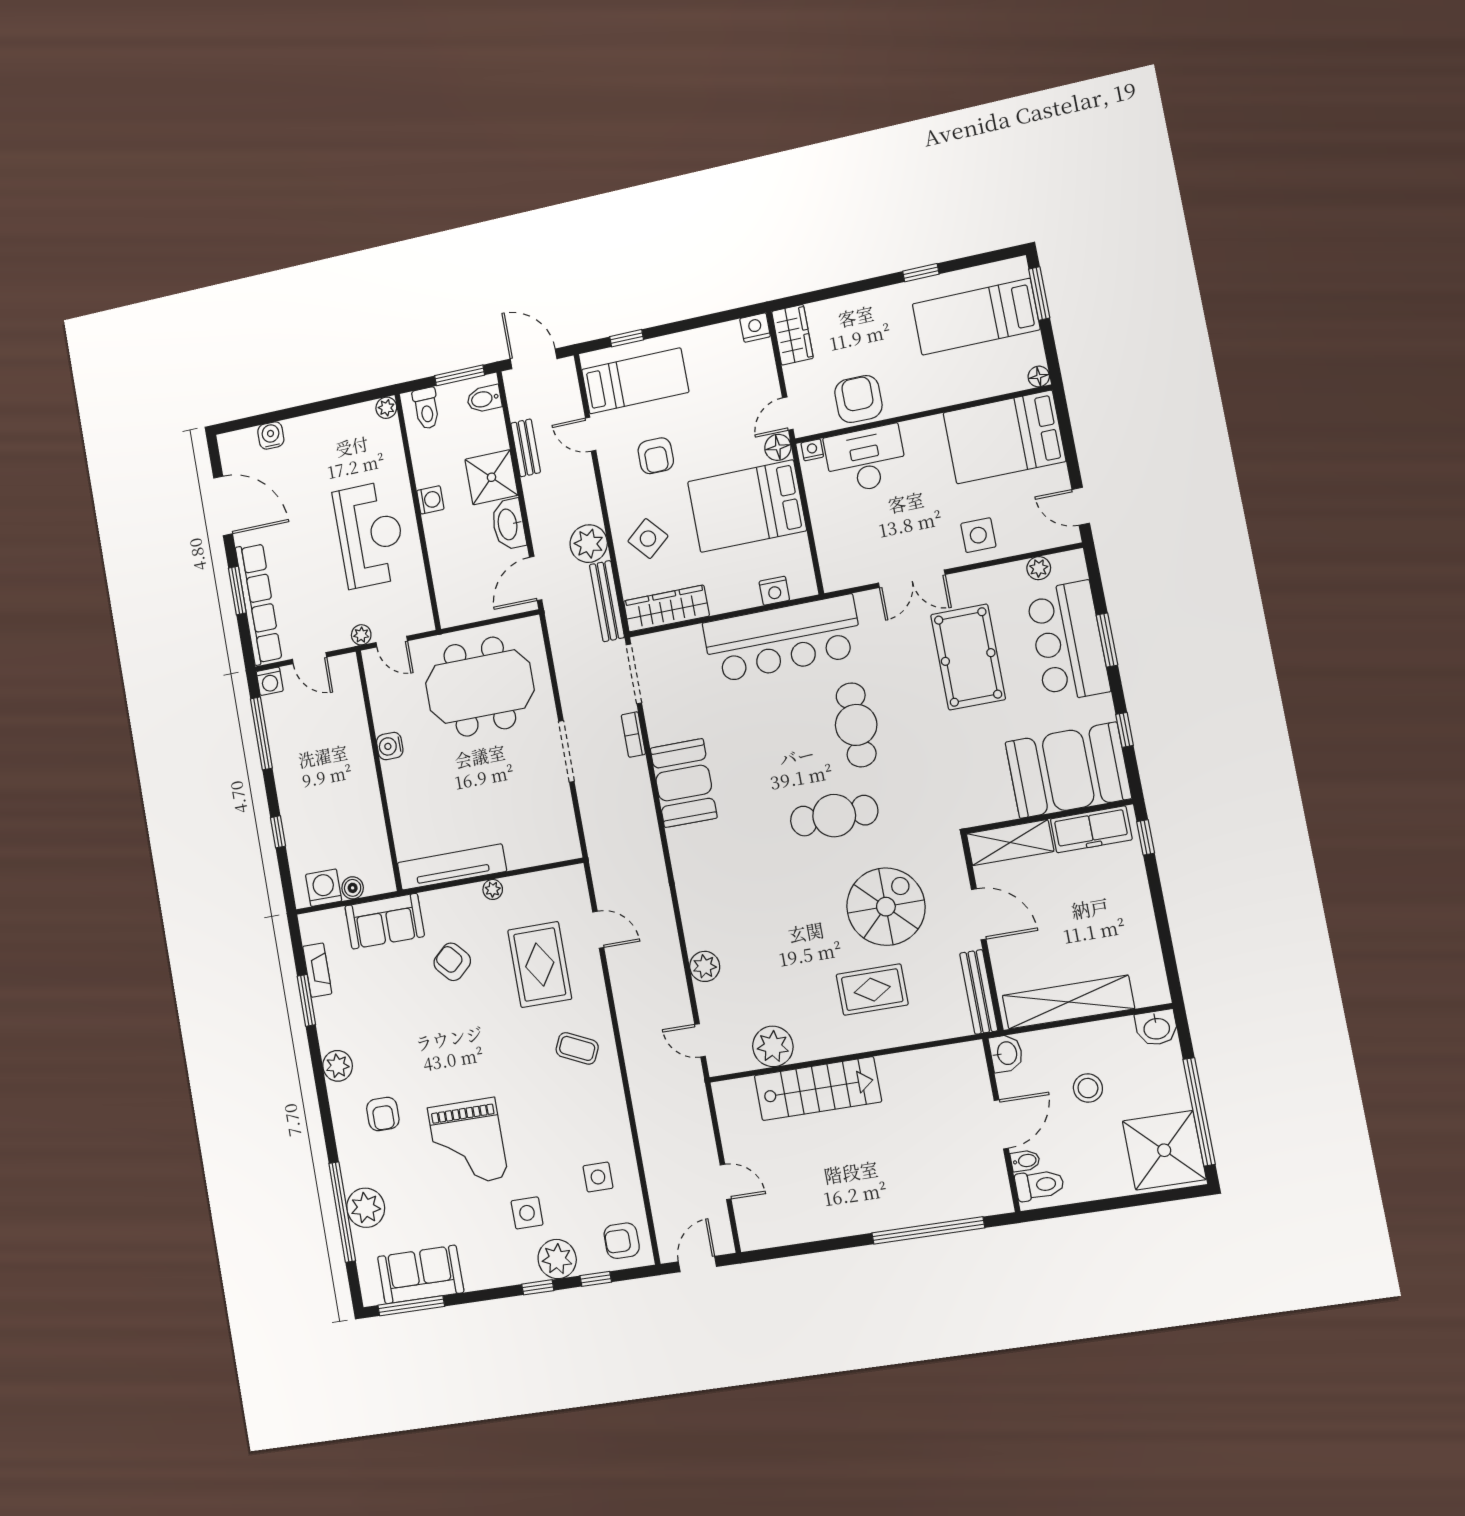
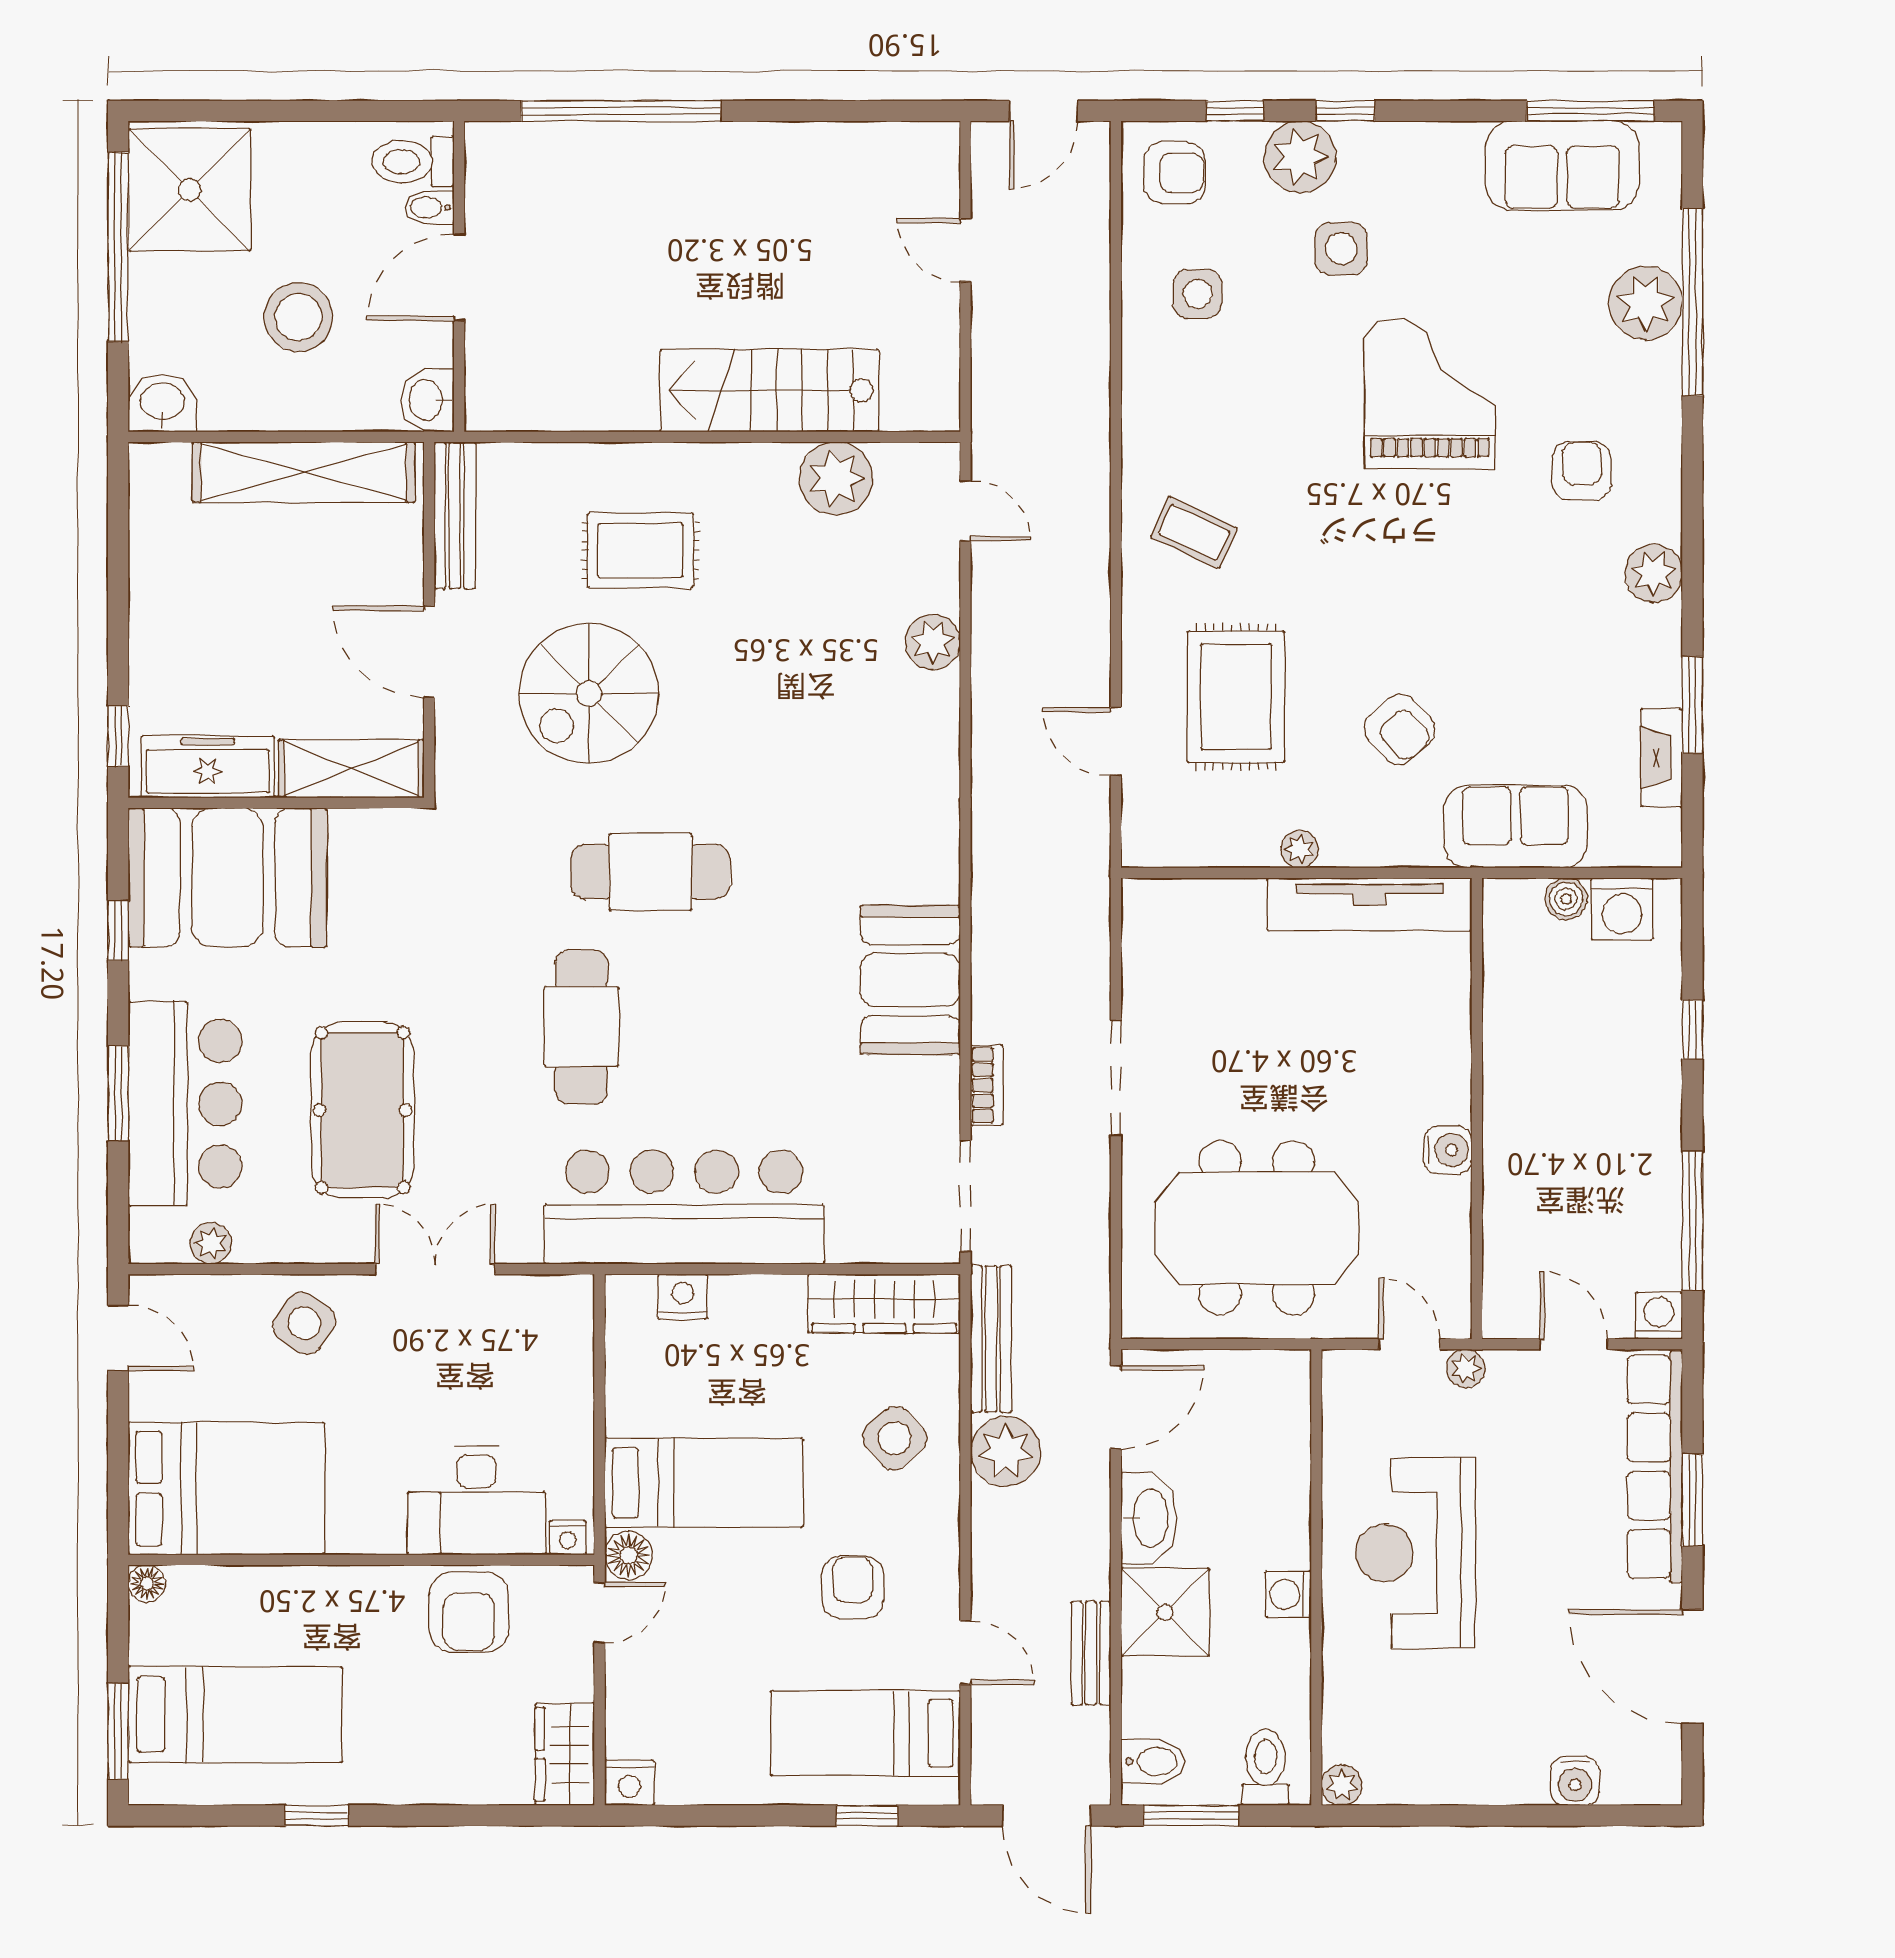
bed: (747, 506) -> (704, 1483), width x0.67
side table: (978, 535) -> (304, 1323), turned 34
stool: (1088, 1088) -> (298, 317), width x1.38, depth x1.38

